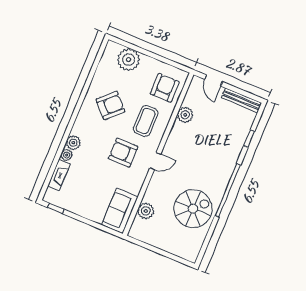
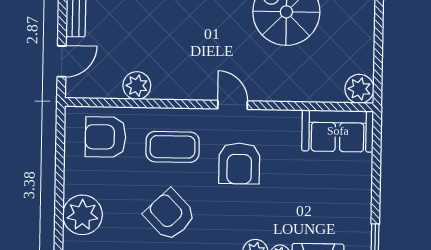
plant: (146, 211) -> (359, 89), moved

